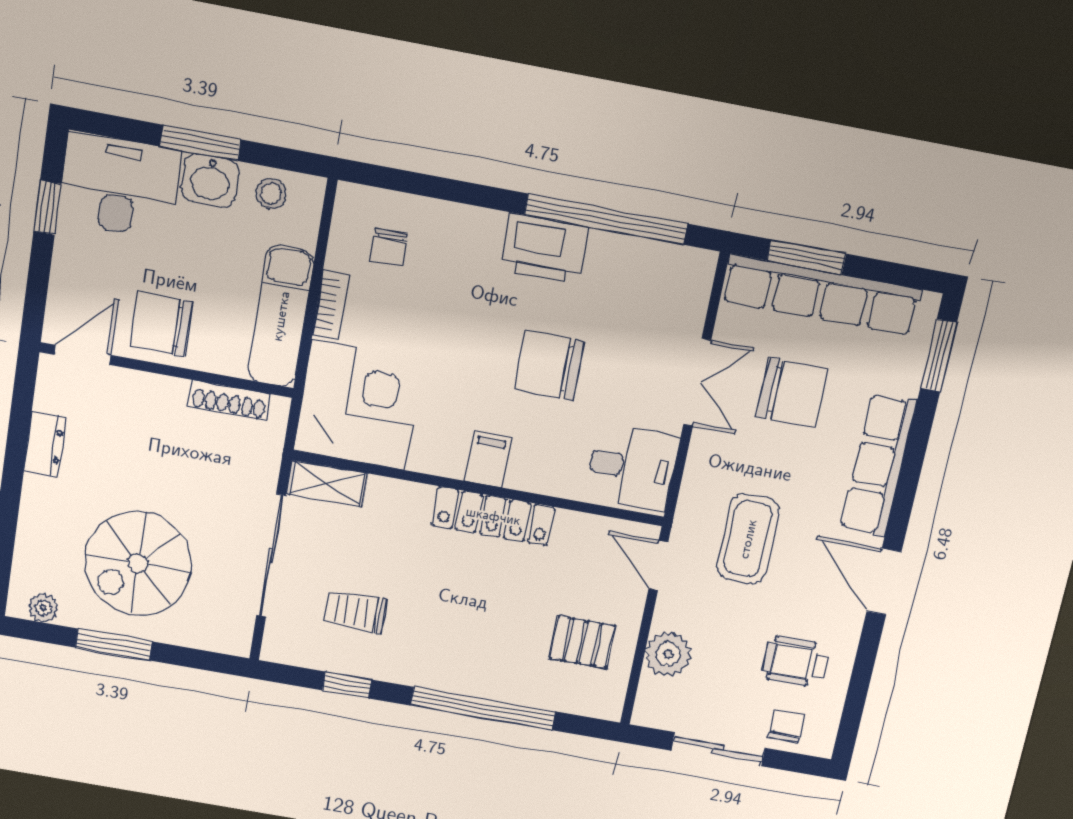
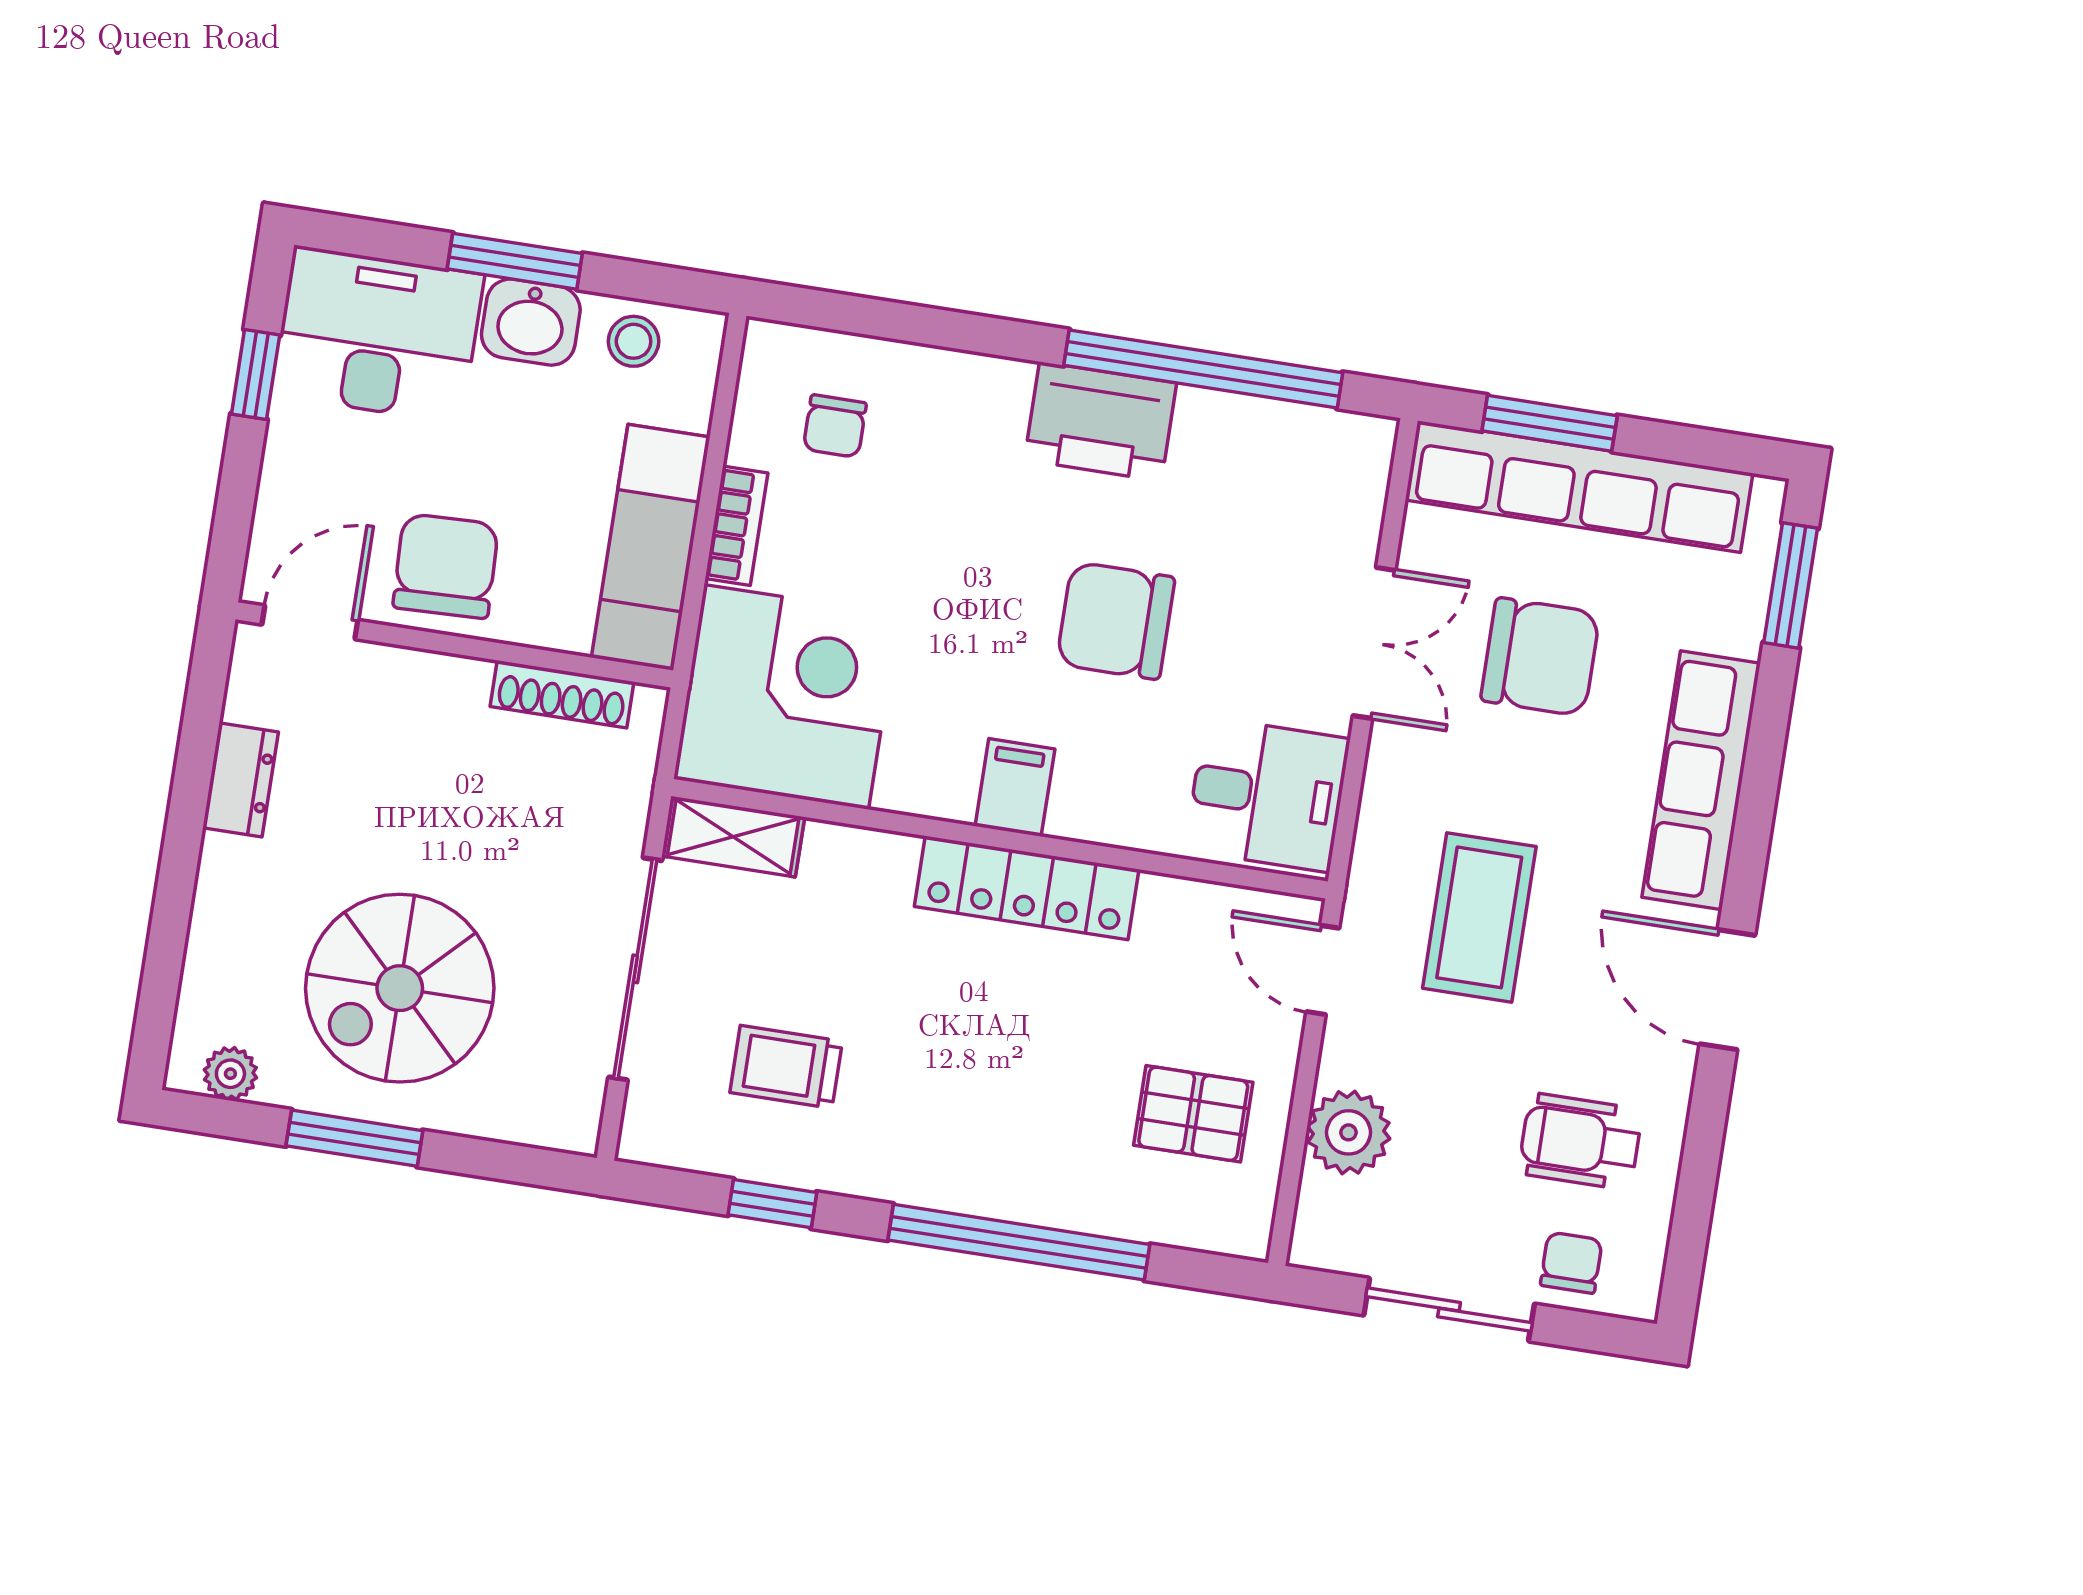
chair: (161, 324) -> (446, 566), turned 88

